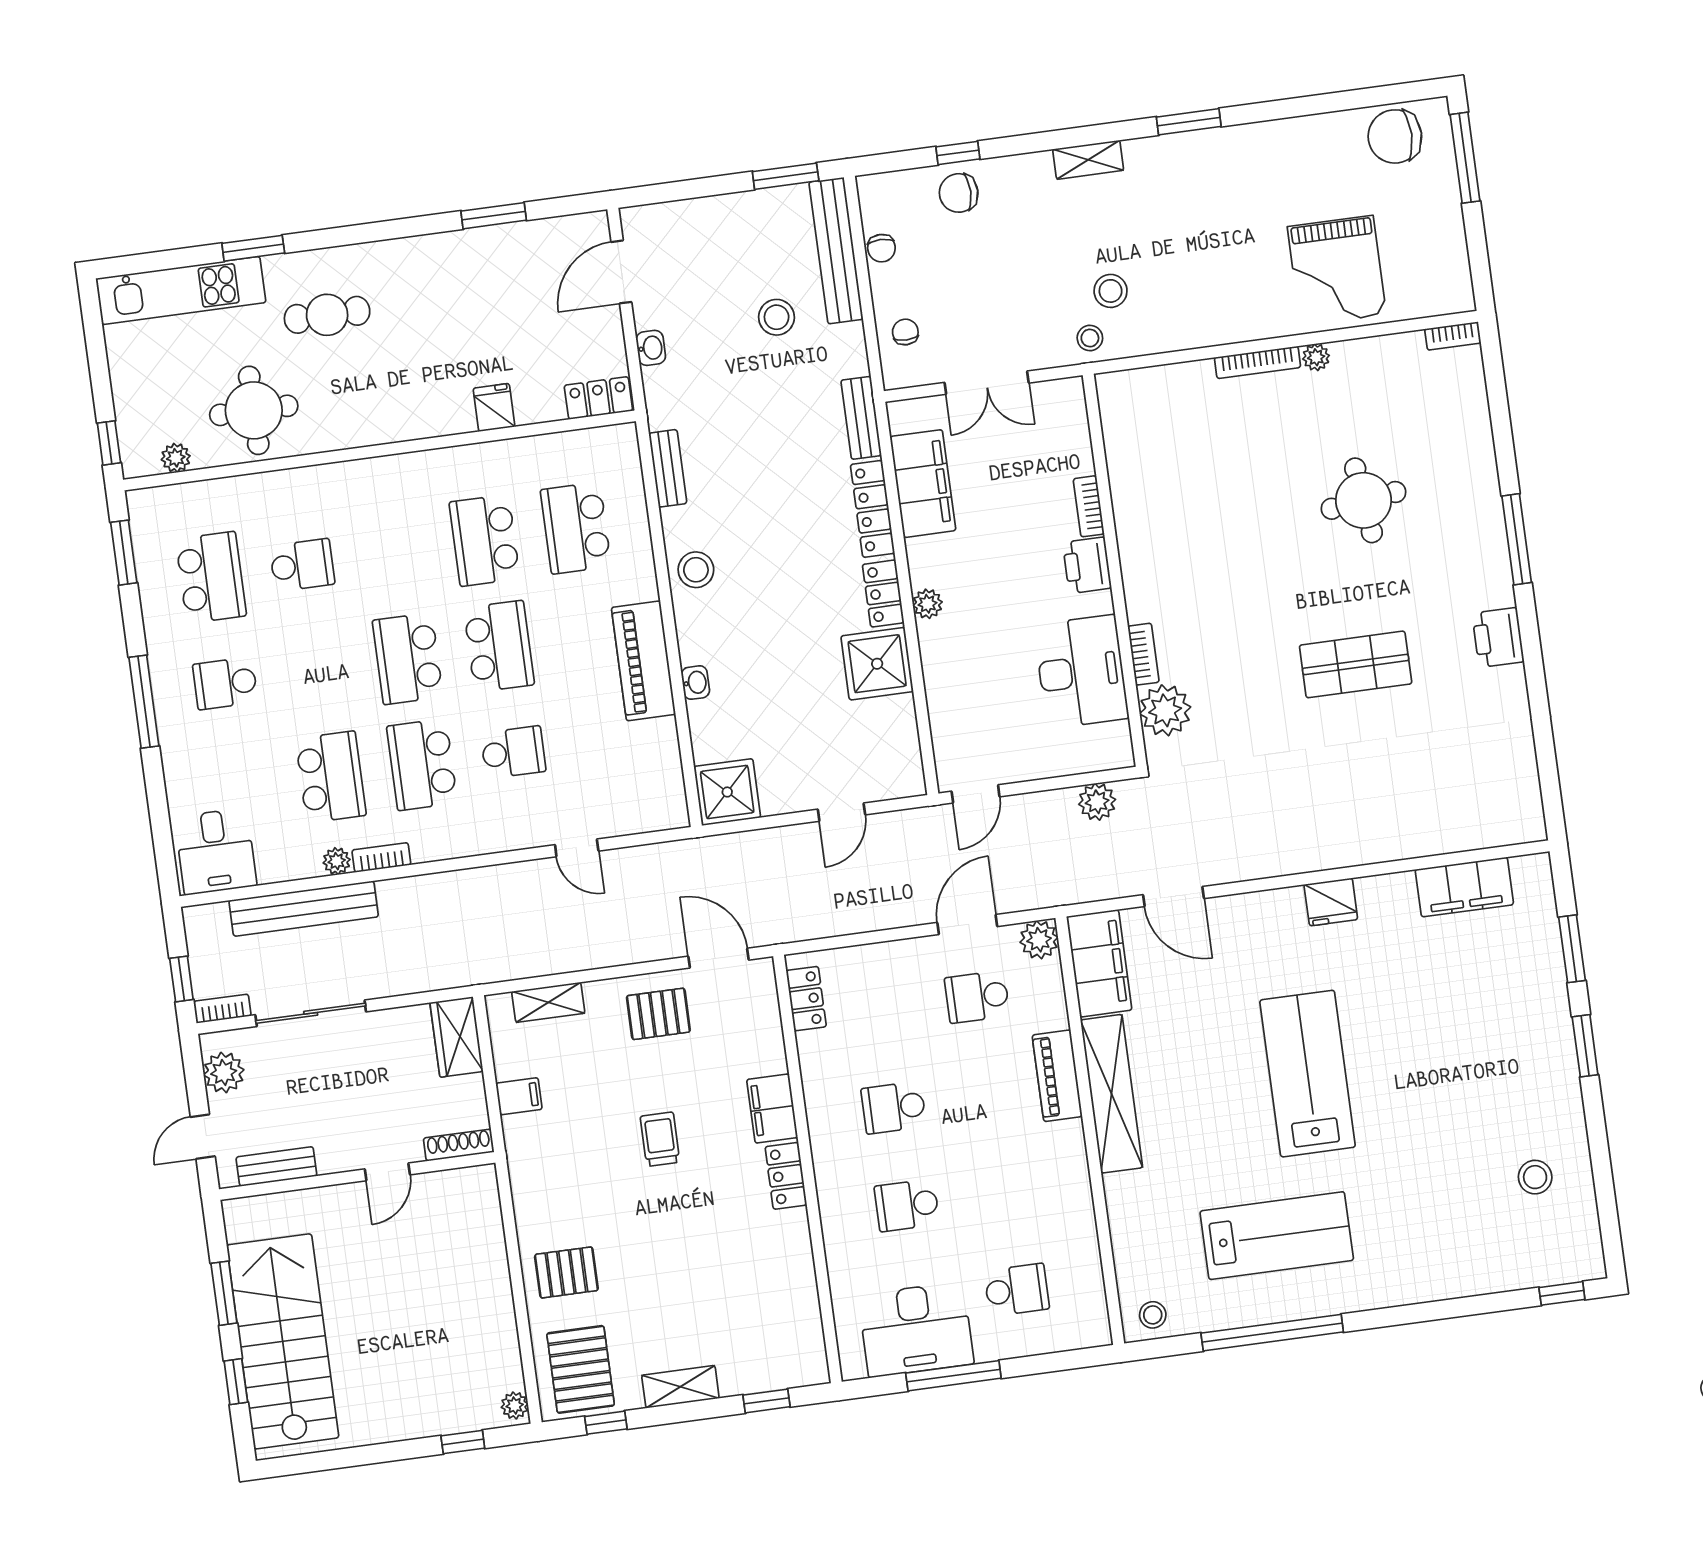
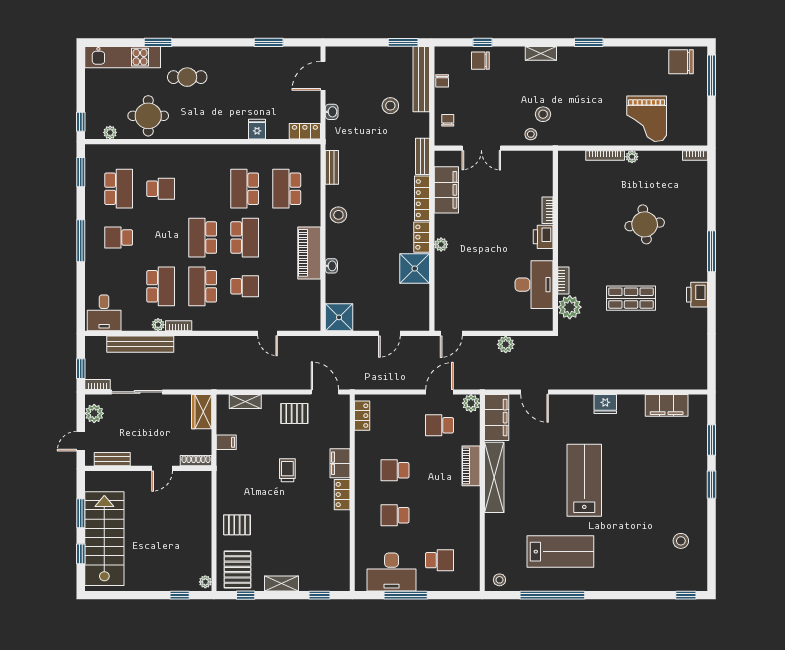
bookcase: (1089, 506) -> (548, 210), moved
printer: (1087, 565) -> (543, 237), moved
wall: (1115, 570) -> (555, 241), moved
bookcase: (1143, 654) -> (563, 280), moved
desk: (1081, 672) -> (534, 285), moved
plant: (1165, 710) -> (570, 307), moved

